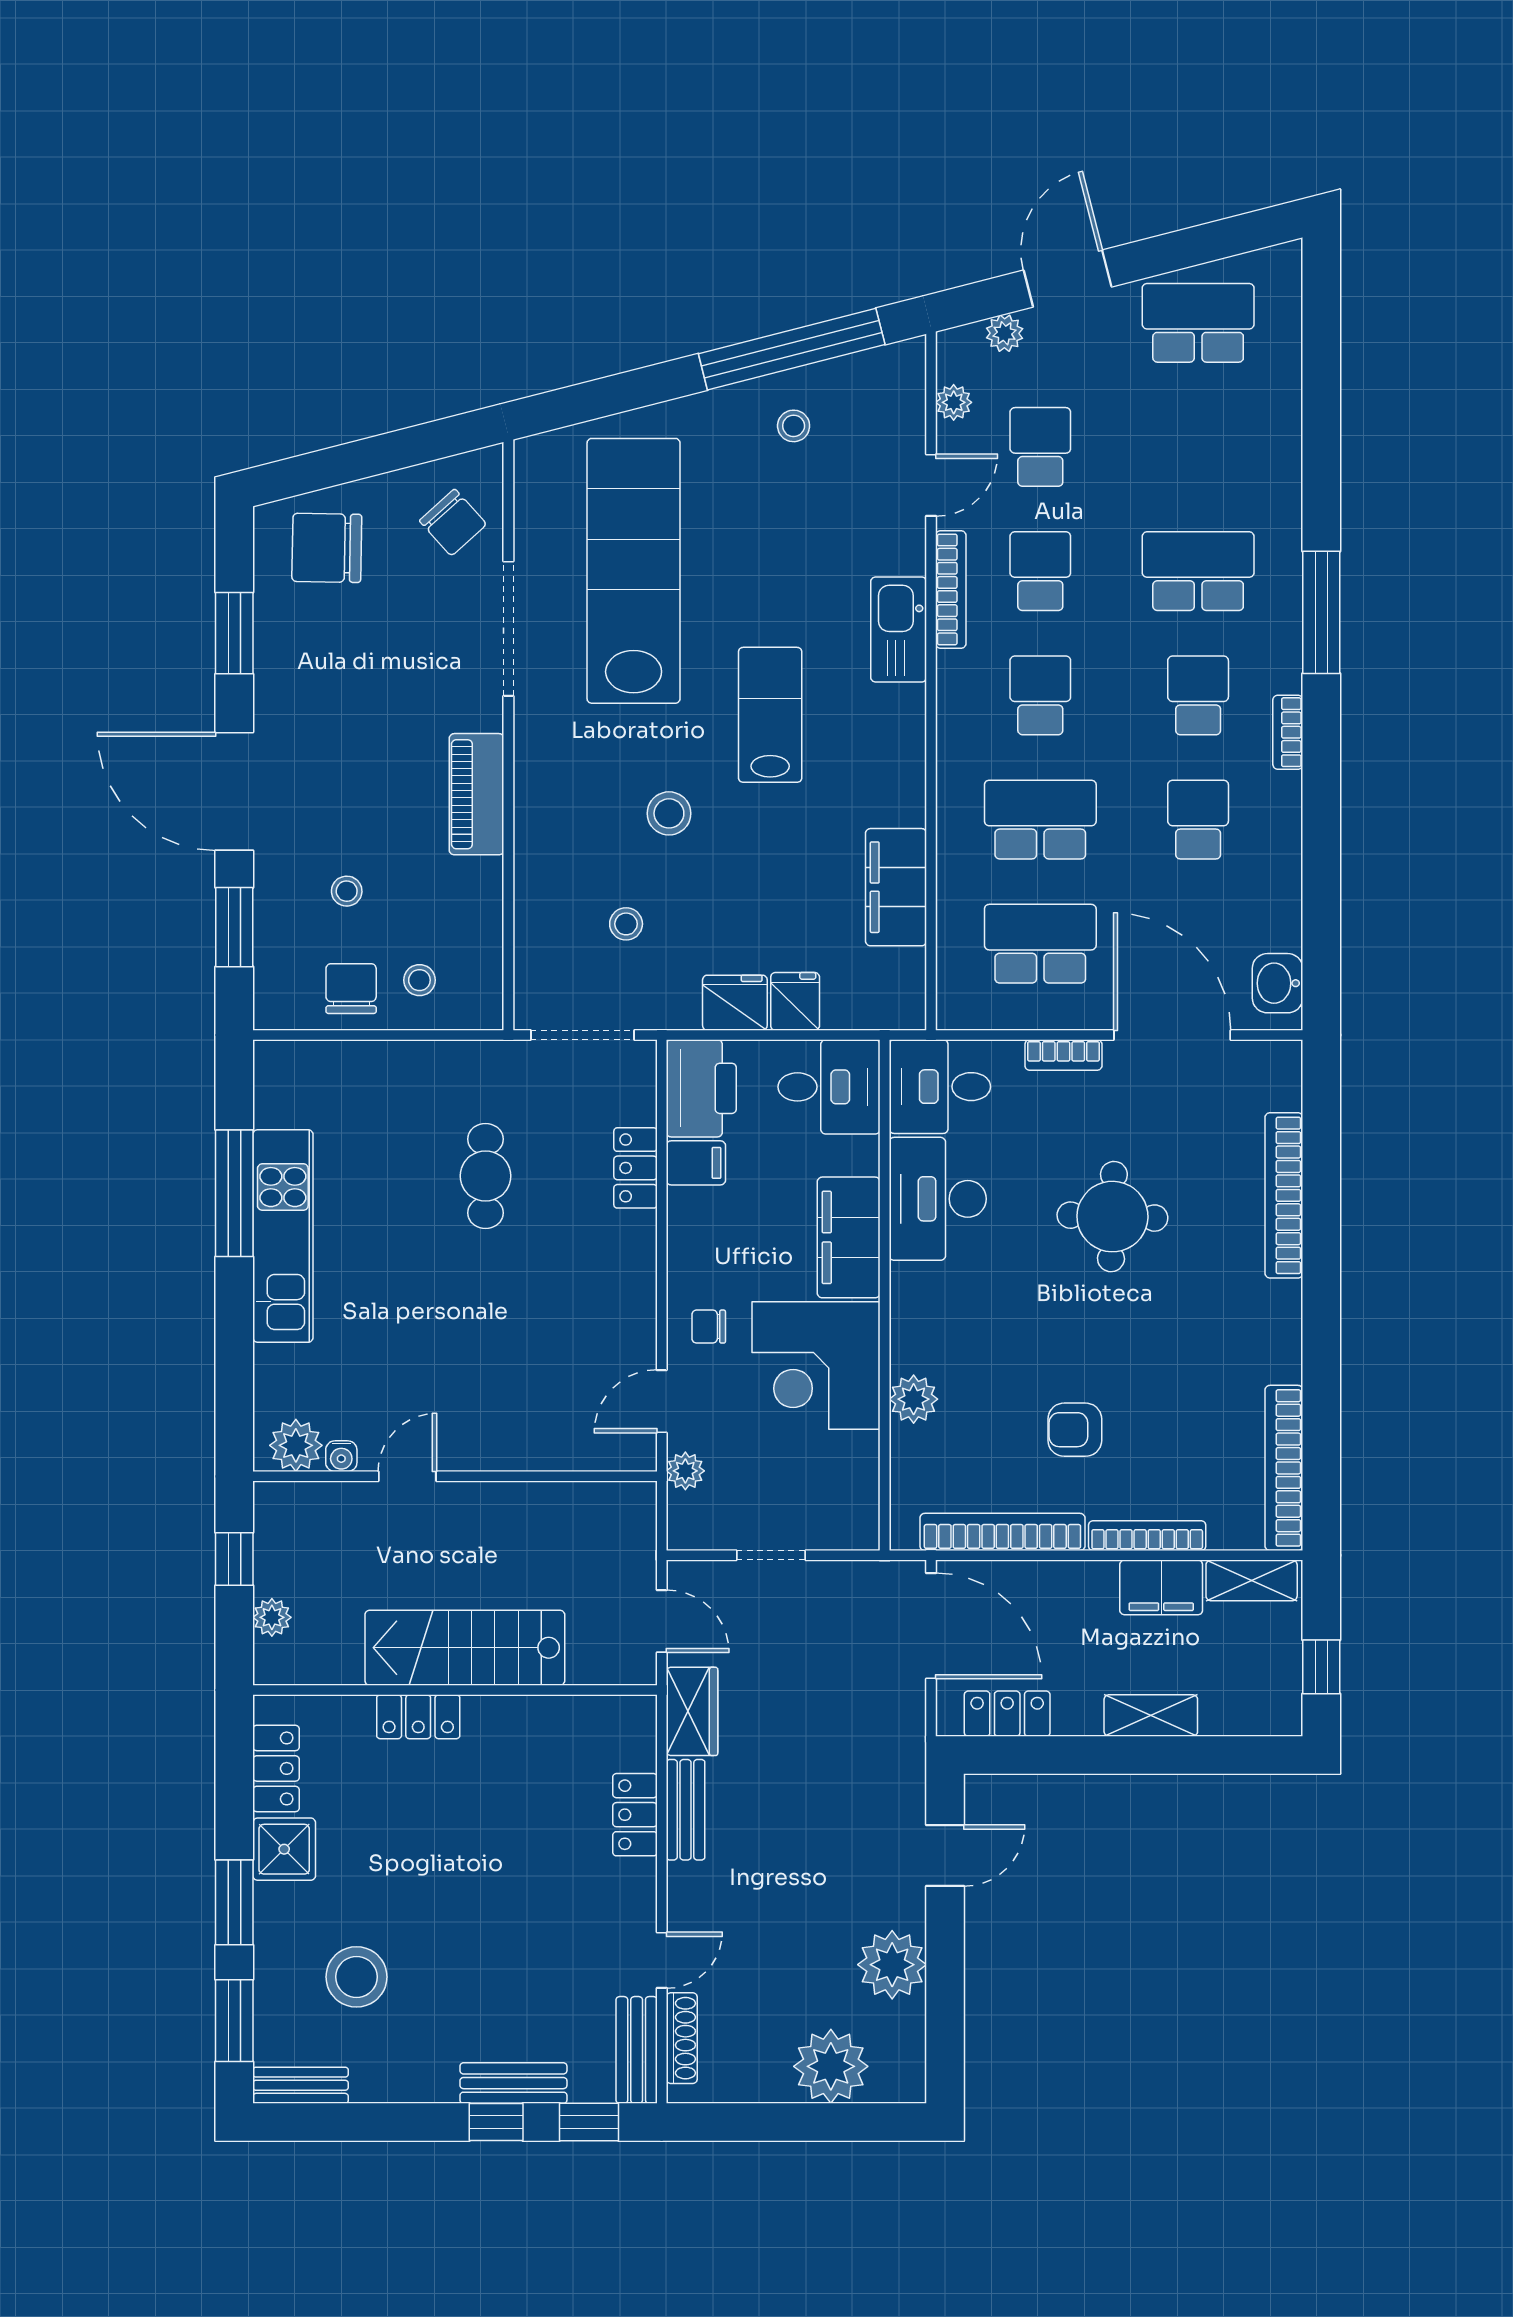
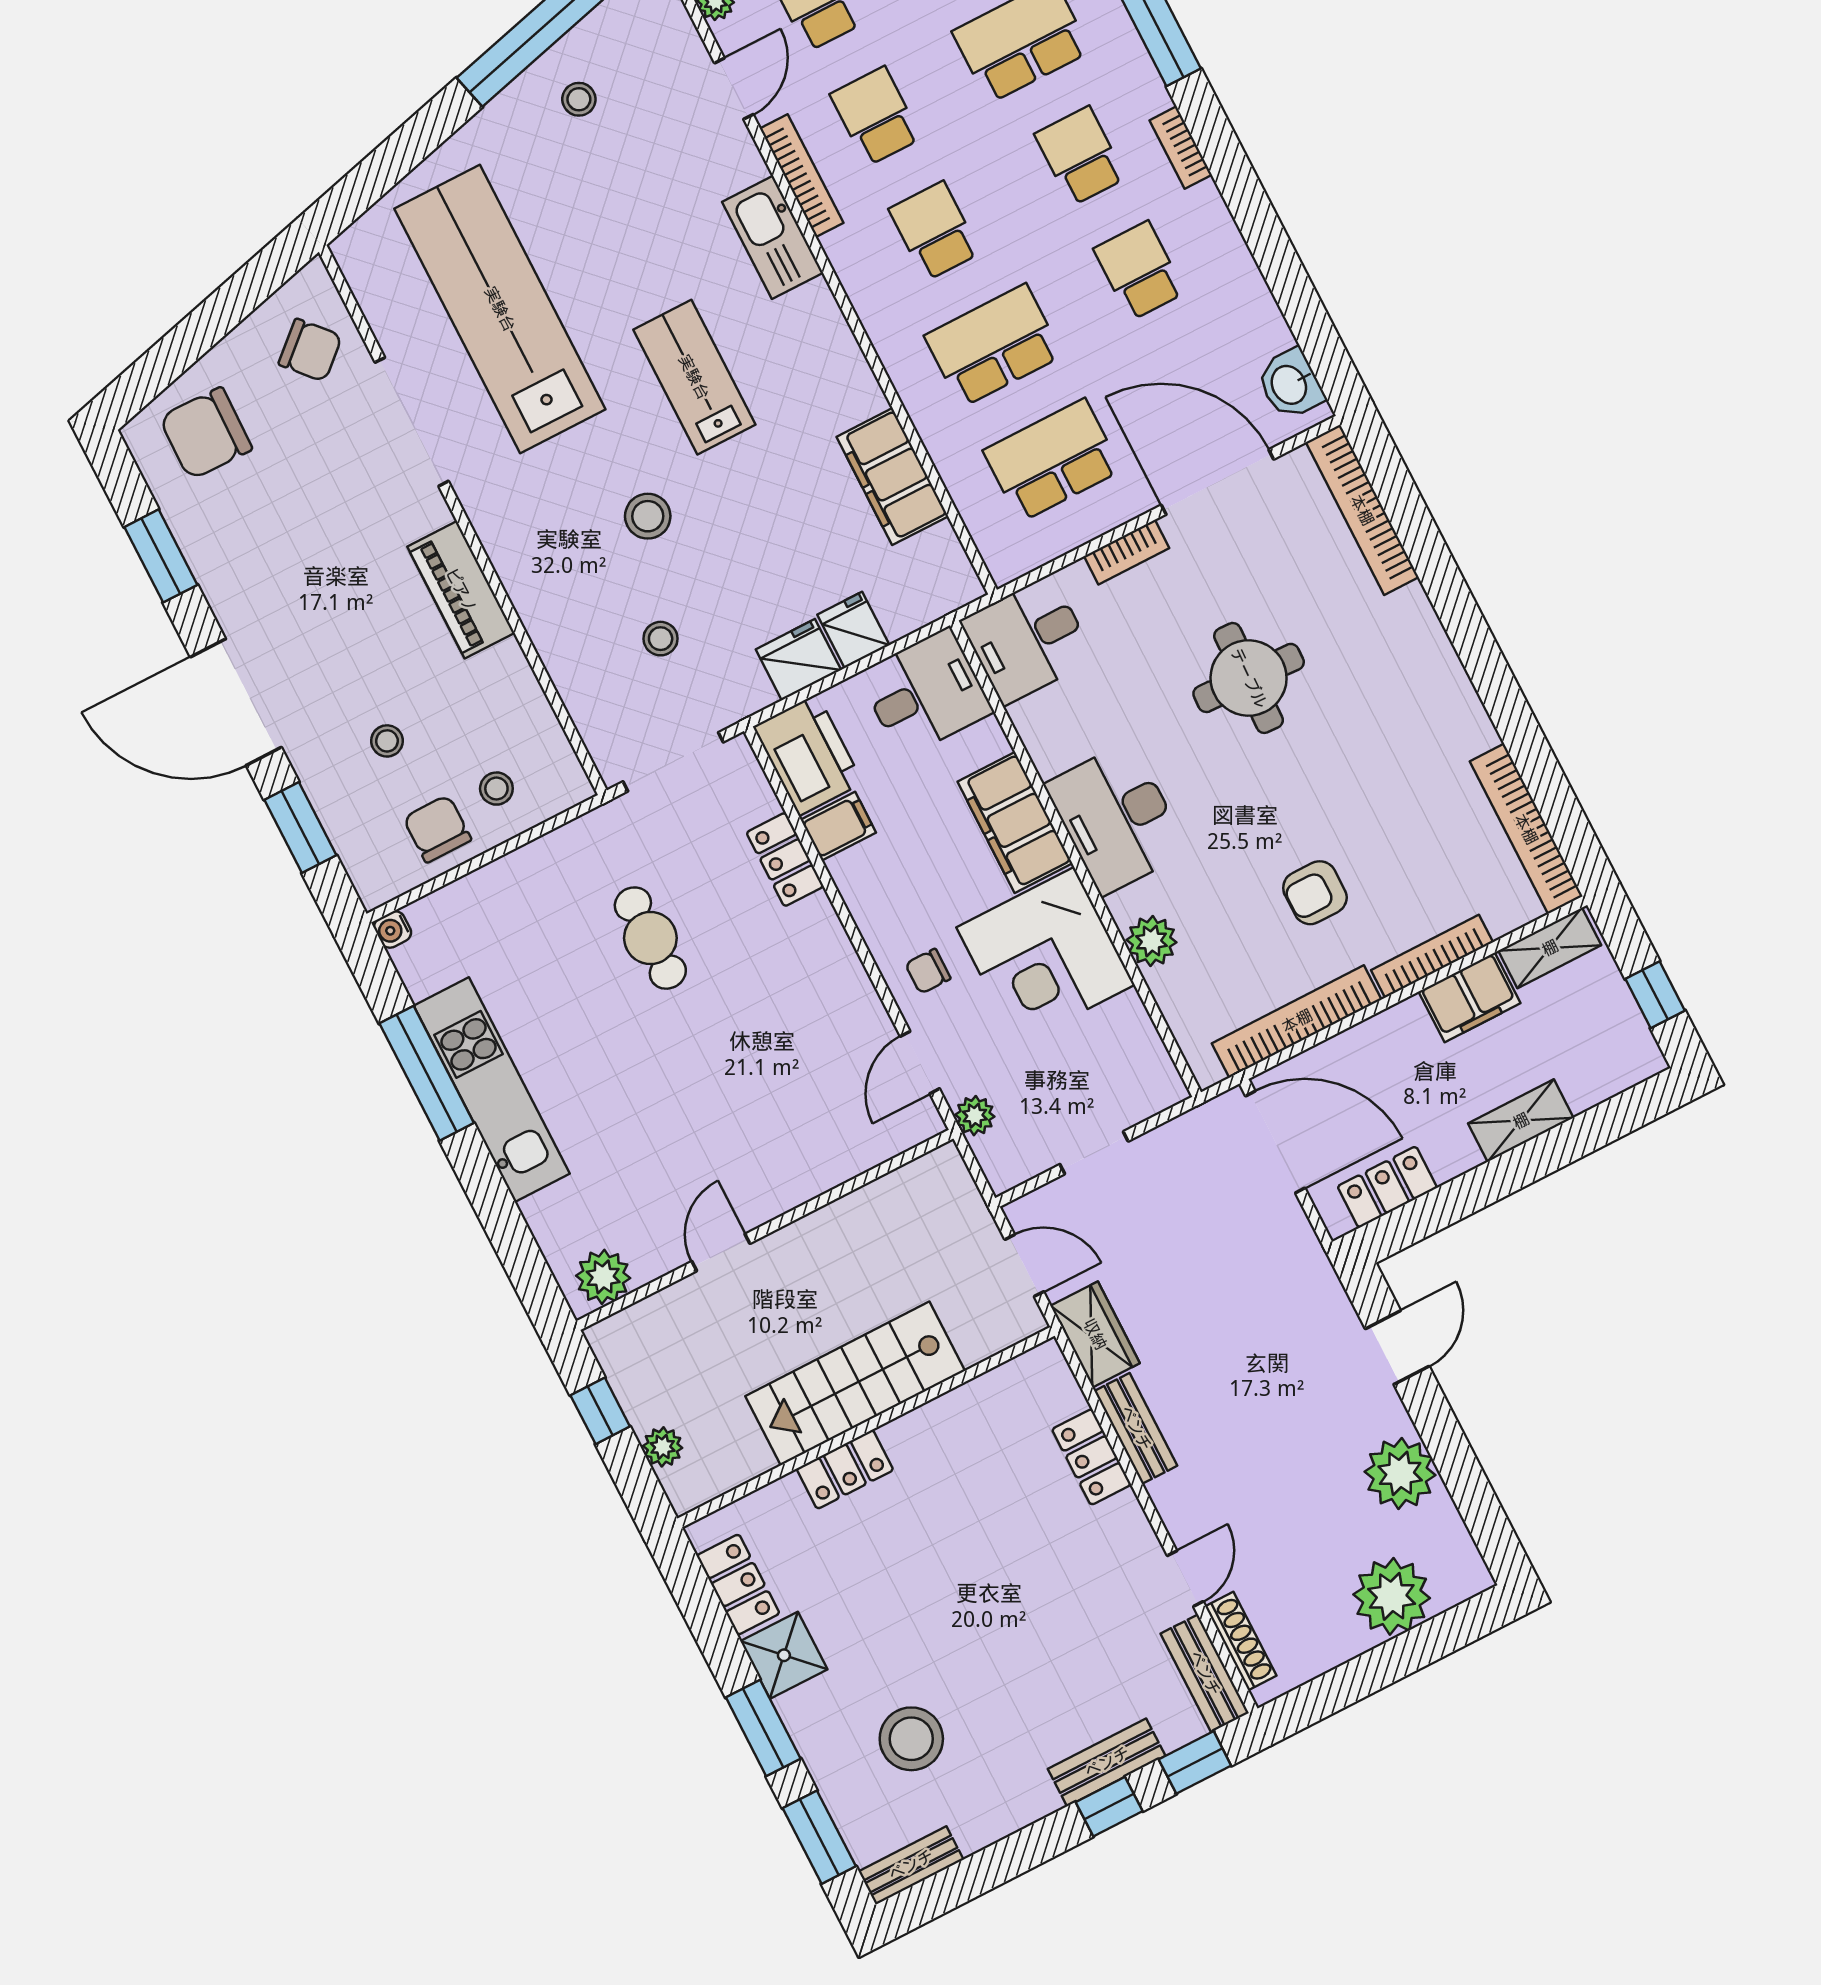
bookcase: (1284, 1195) -> (1362, 510), moved
desk: (938, 1199) -> (1117, 818), moved
water cooler: (341, 1456) -> (393, 930), moved, turned 90

